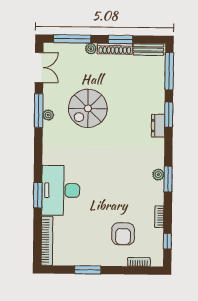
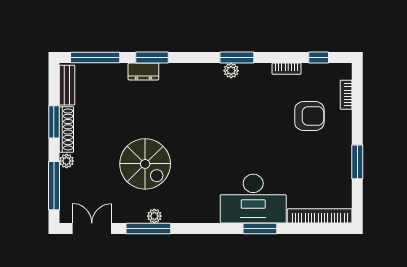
dresser: (158, 126) -> (143, 71), moved

